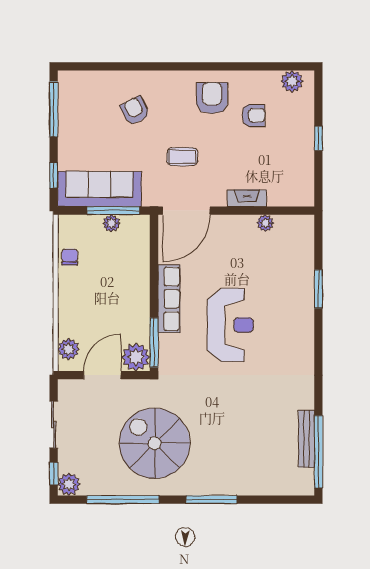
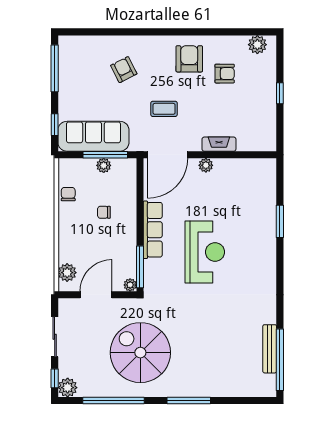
plant: (265, 223) -> (206, 165), moved
chair: (112, 278) -> (104, 212), added
plant: (136, 357) -> (130, 285), width x0.53, depth x0.53

